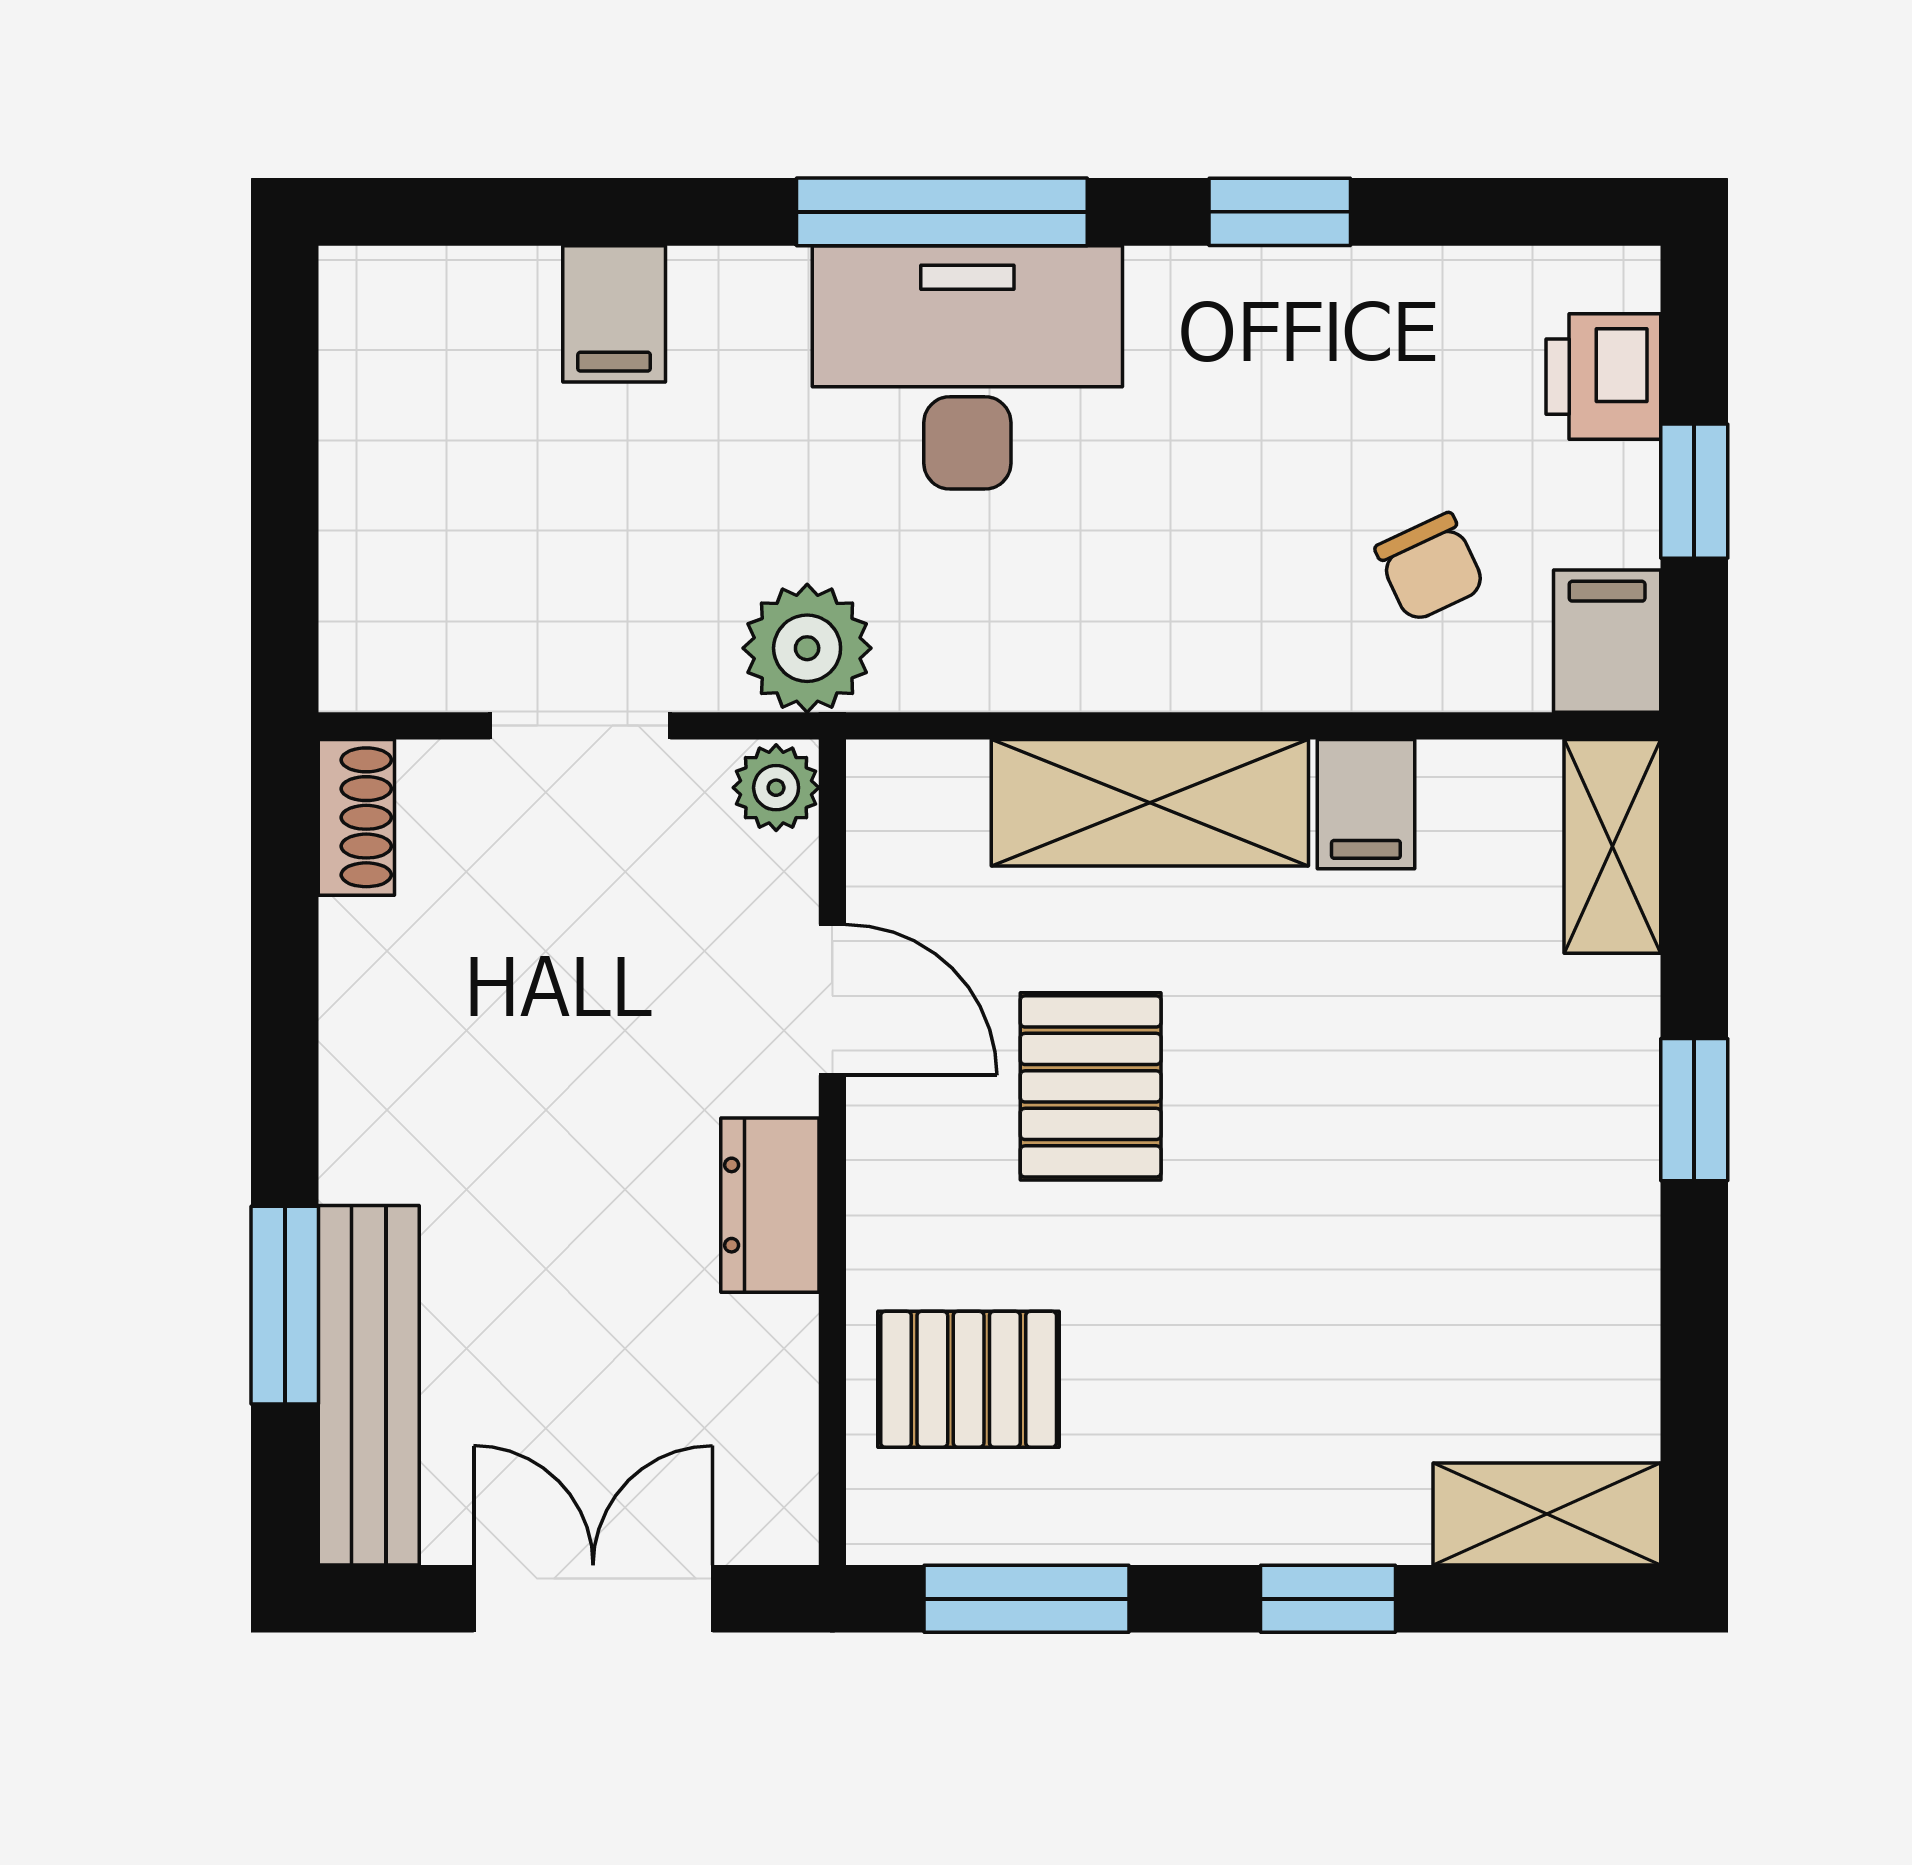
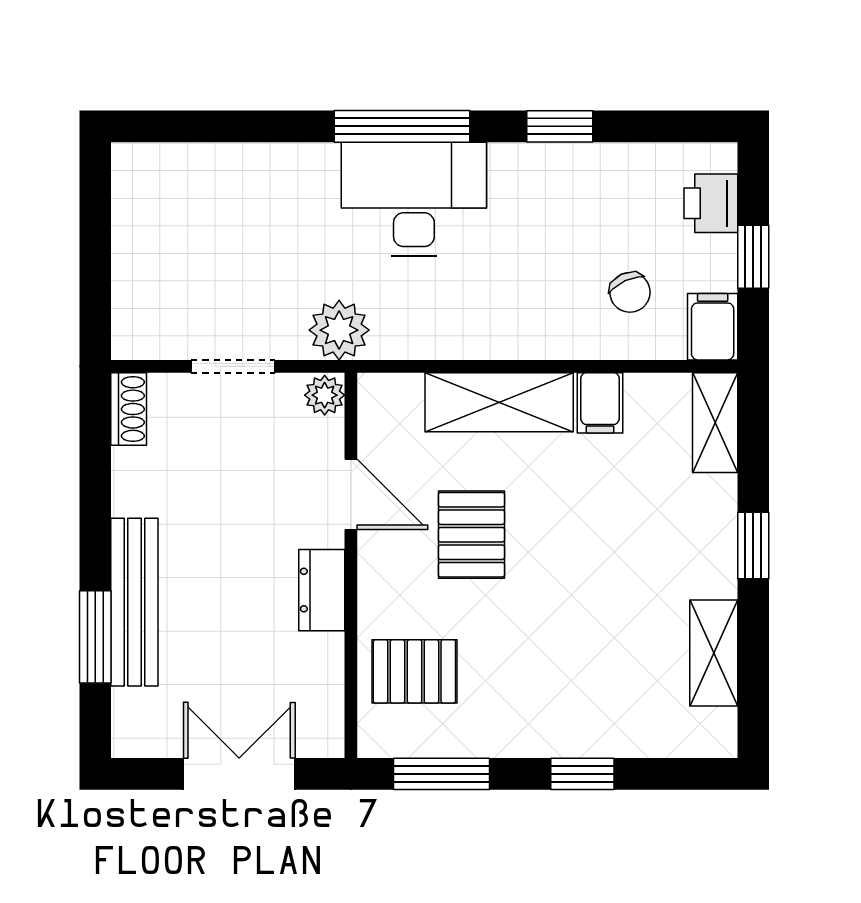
filing cabinet: (614, 314) -> (249, 174), removed
bench: (369, 1385) -> (134, 602), moved
shelving: (1547, 1514) -> (714, 653), moved, turned 90

